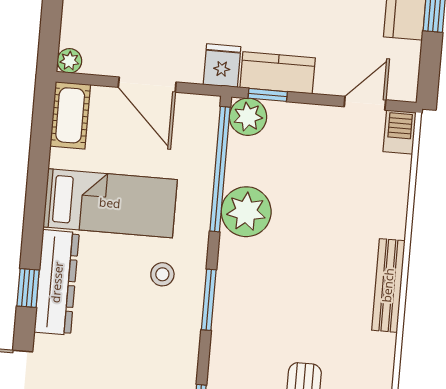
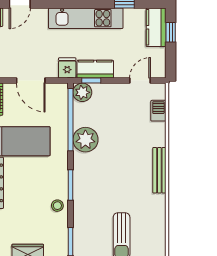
barbecue: (400, 132) -> (158, 111), moved
stool: (162, 274) -> (57, 206), moved

